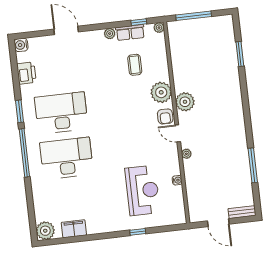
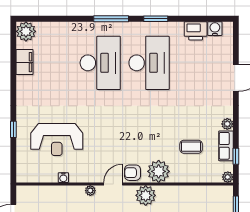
water cooler: (21, 45) -> (215, 29), moved
window: (24, 153) -> (111, 19), width x0.68

